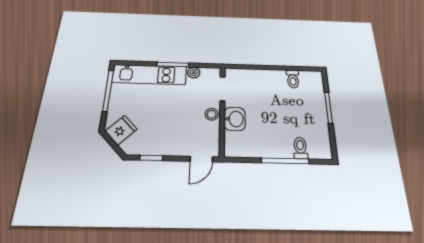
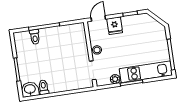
washbasin: (235, 119) -> (30, 89), moved, turned 90
fridge: (121, 130) -> (115, 26), moved, turned -45

